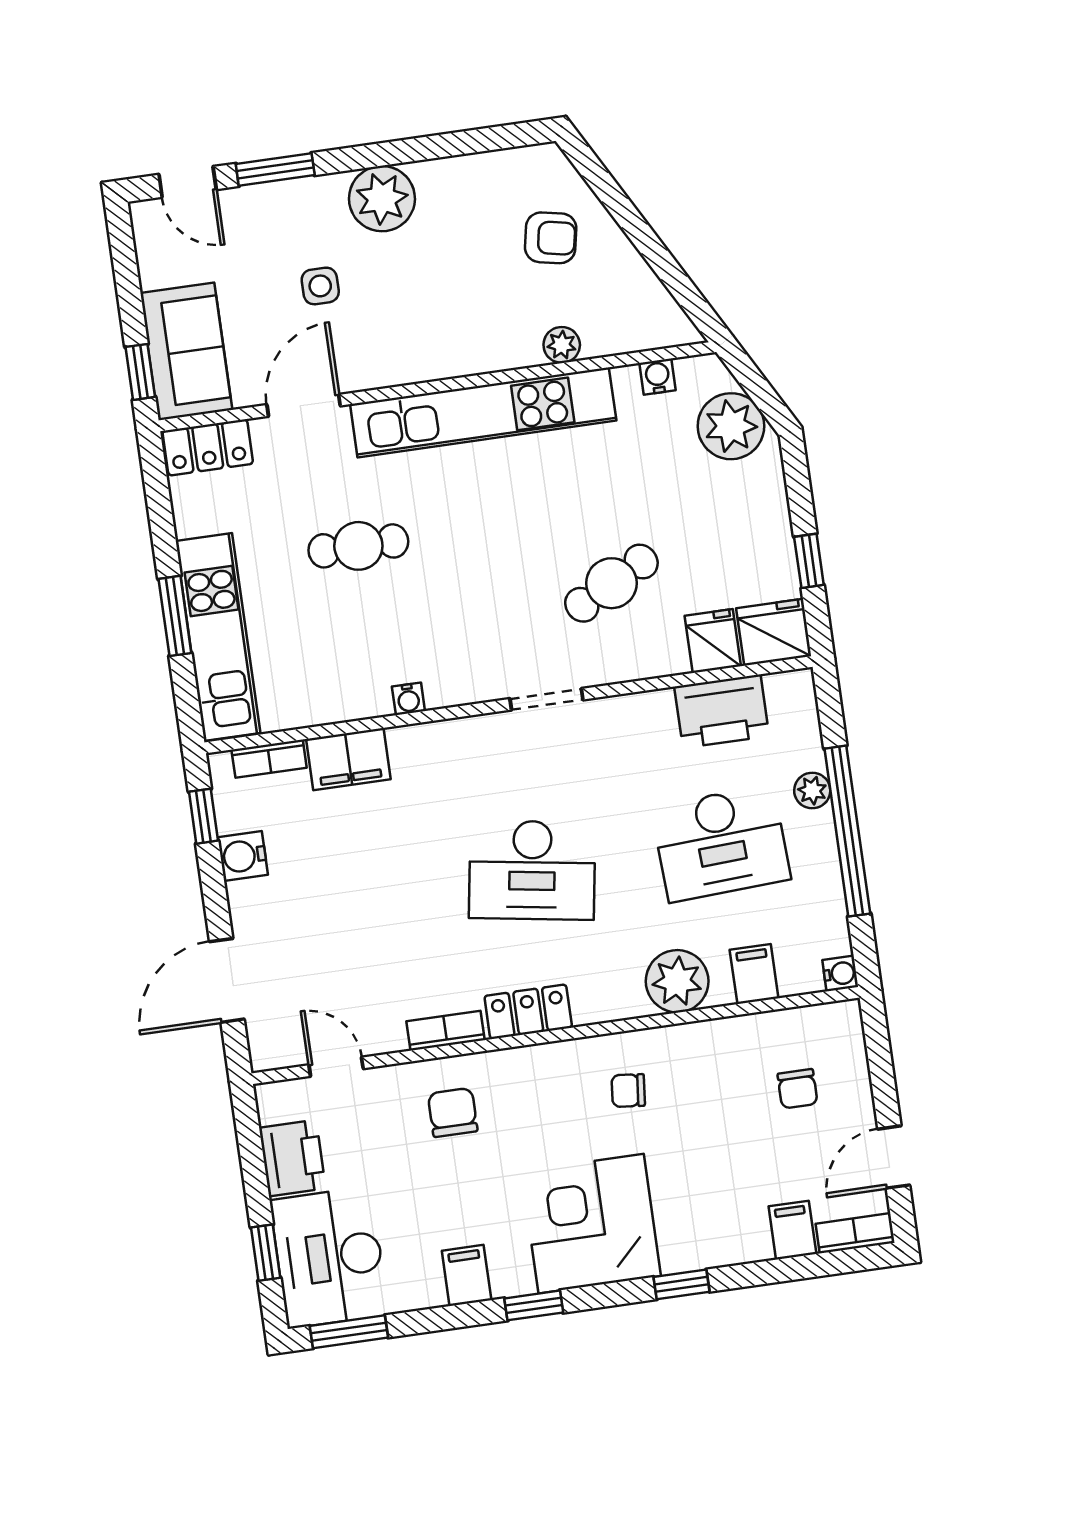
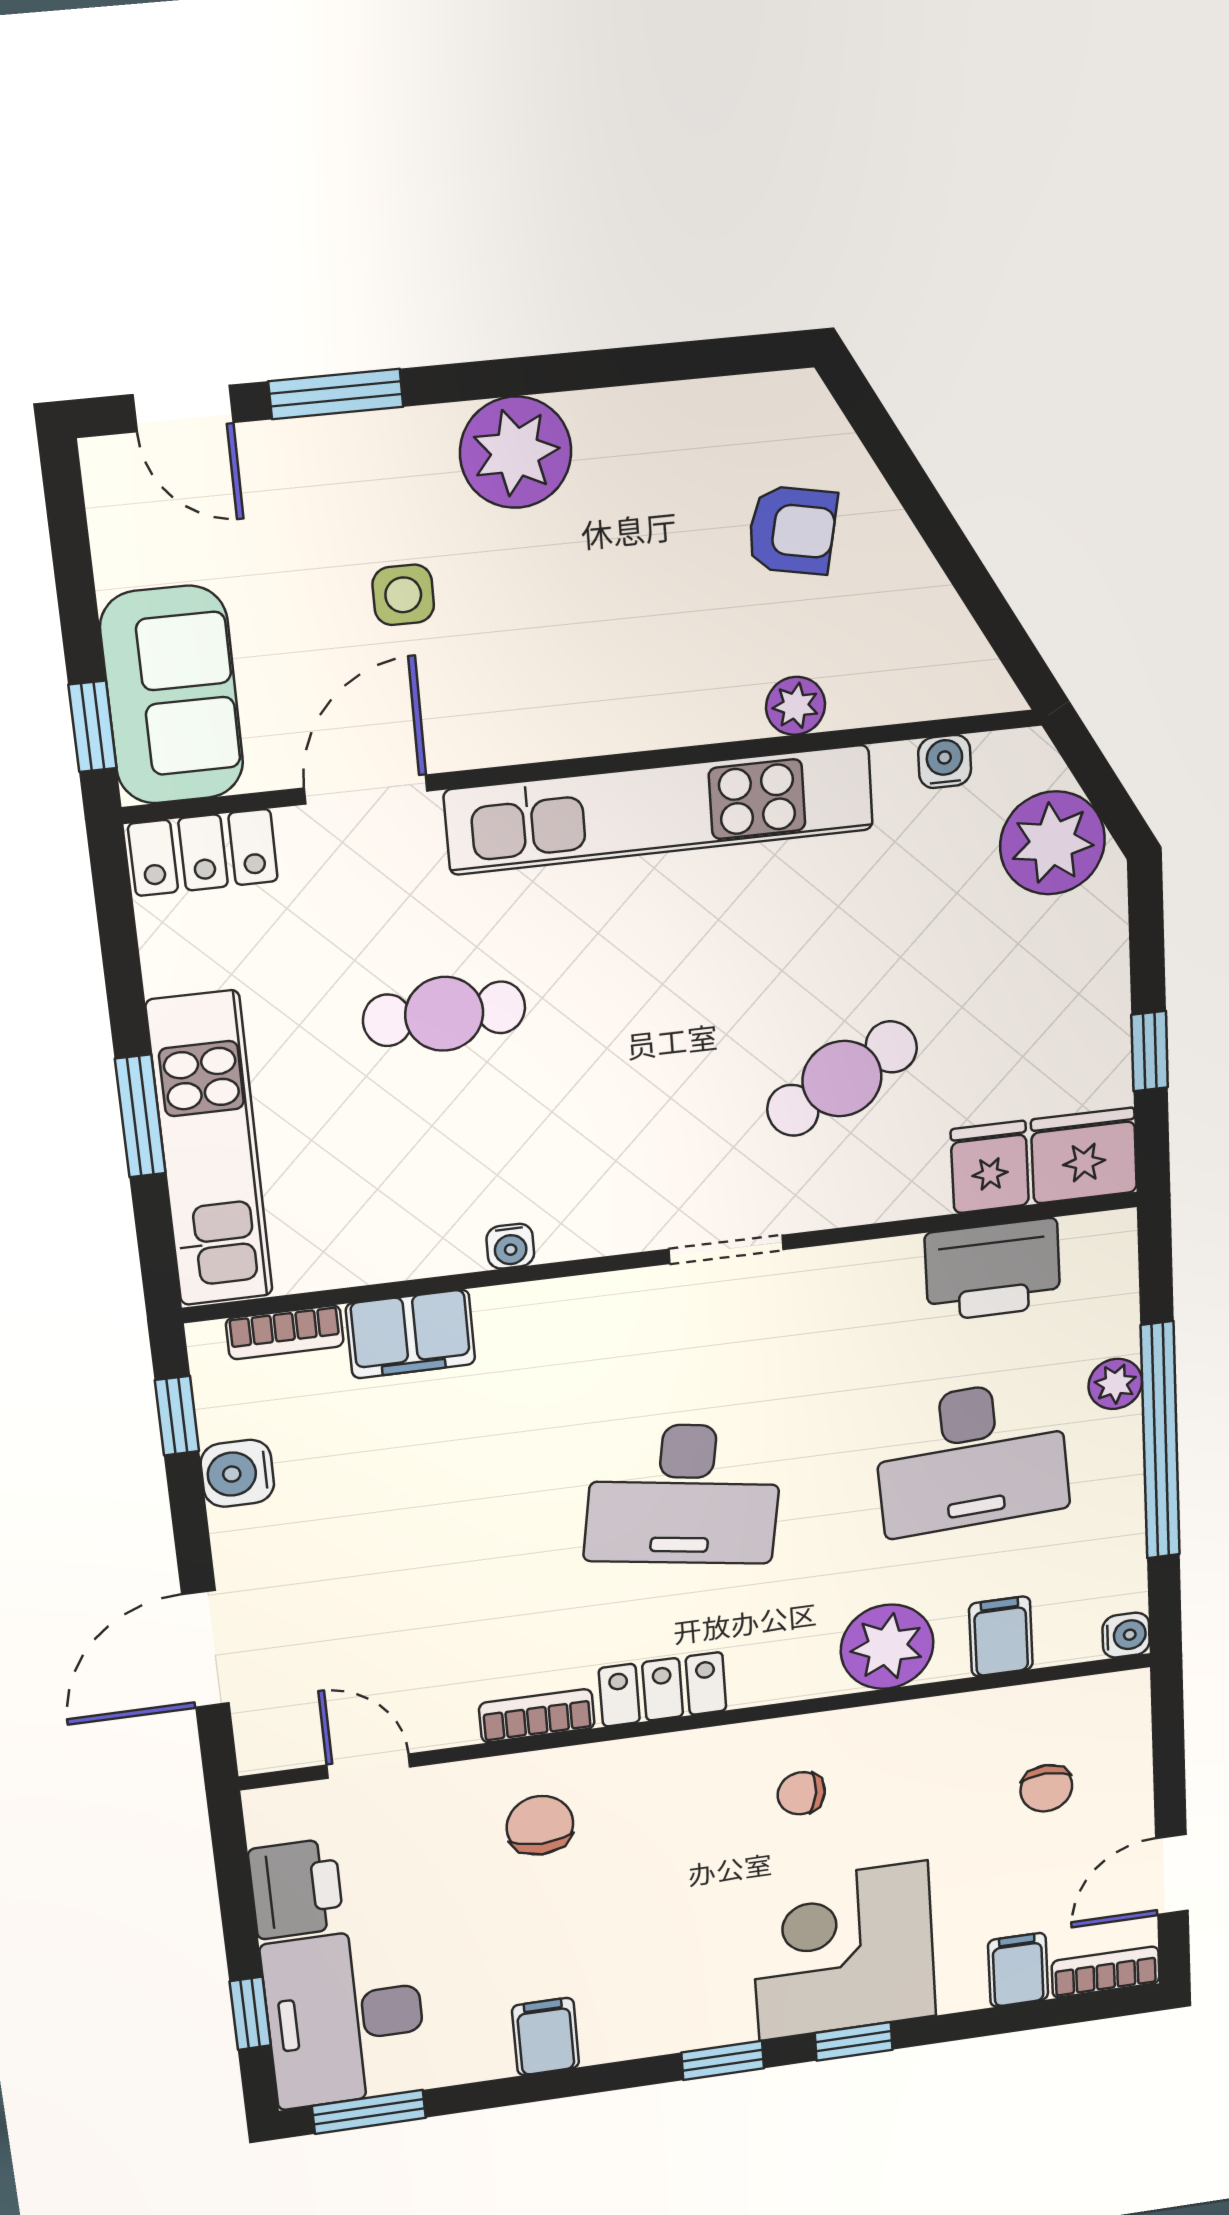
corner desk: (591, 1224) -> (843, 1951), moved
window: (534, 1305) -> (723, 2060), moved

